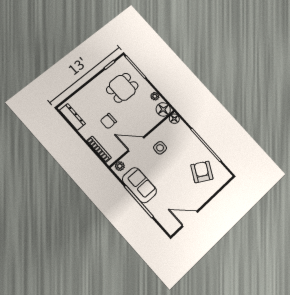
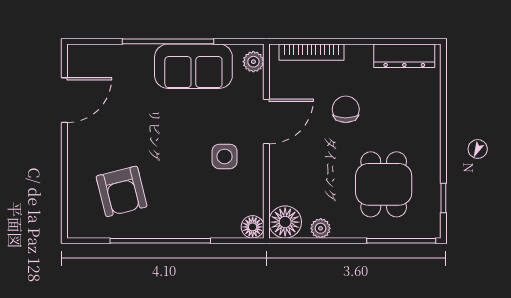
armchair: (202, 172) -> (122, 191), turned 46

